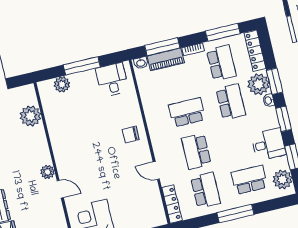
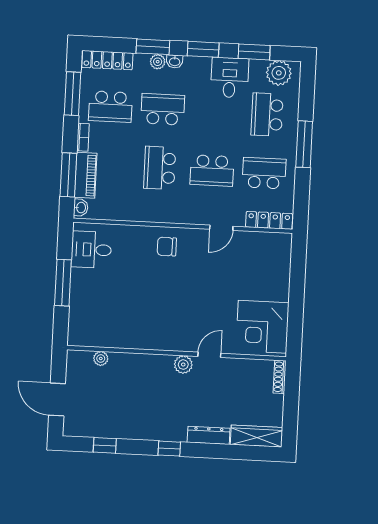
school desk: (221, 63) -> (110, 107), turned 180
plant: (62, 84) -> (79, 314), removed
plant: (259, 84) -> (158, 62), width x0.53, depth x0.53
plant: (30, 116) -> (101, 358), width x0.53, depth x0.53
chair: (131, 135) -> (167, 247), turned 90

